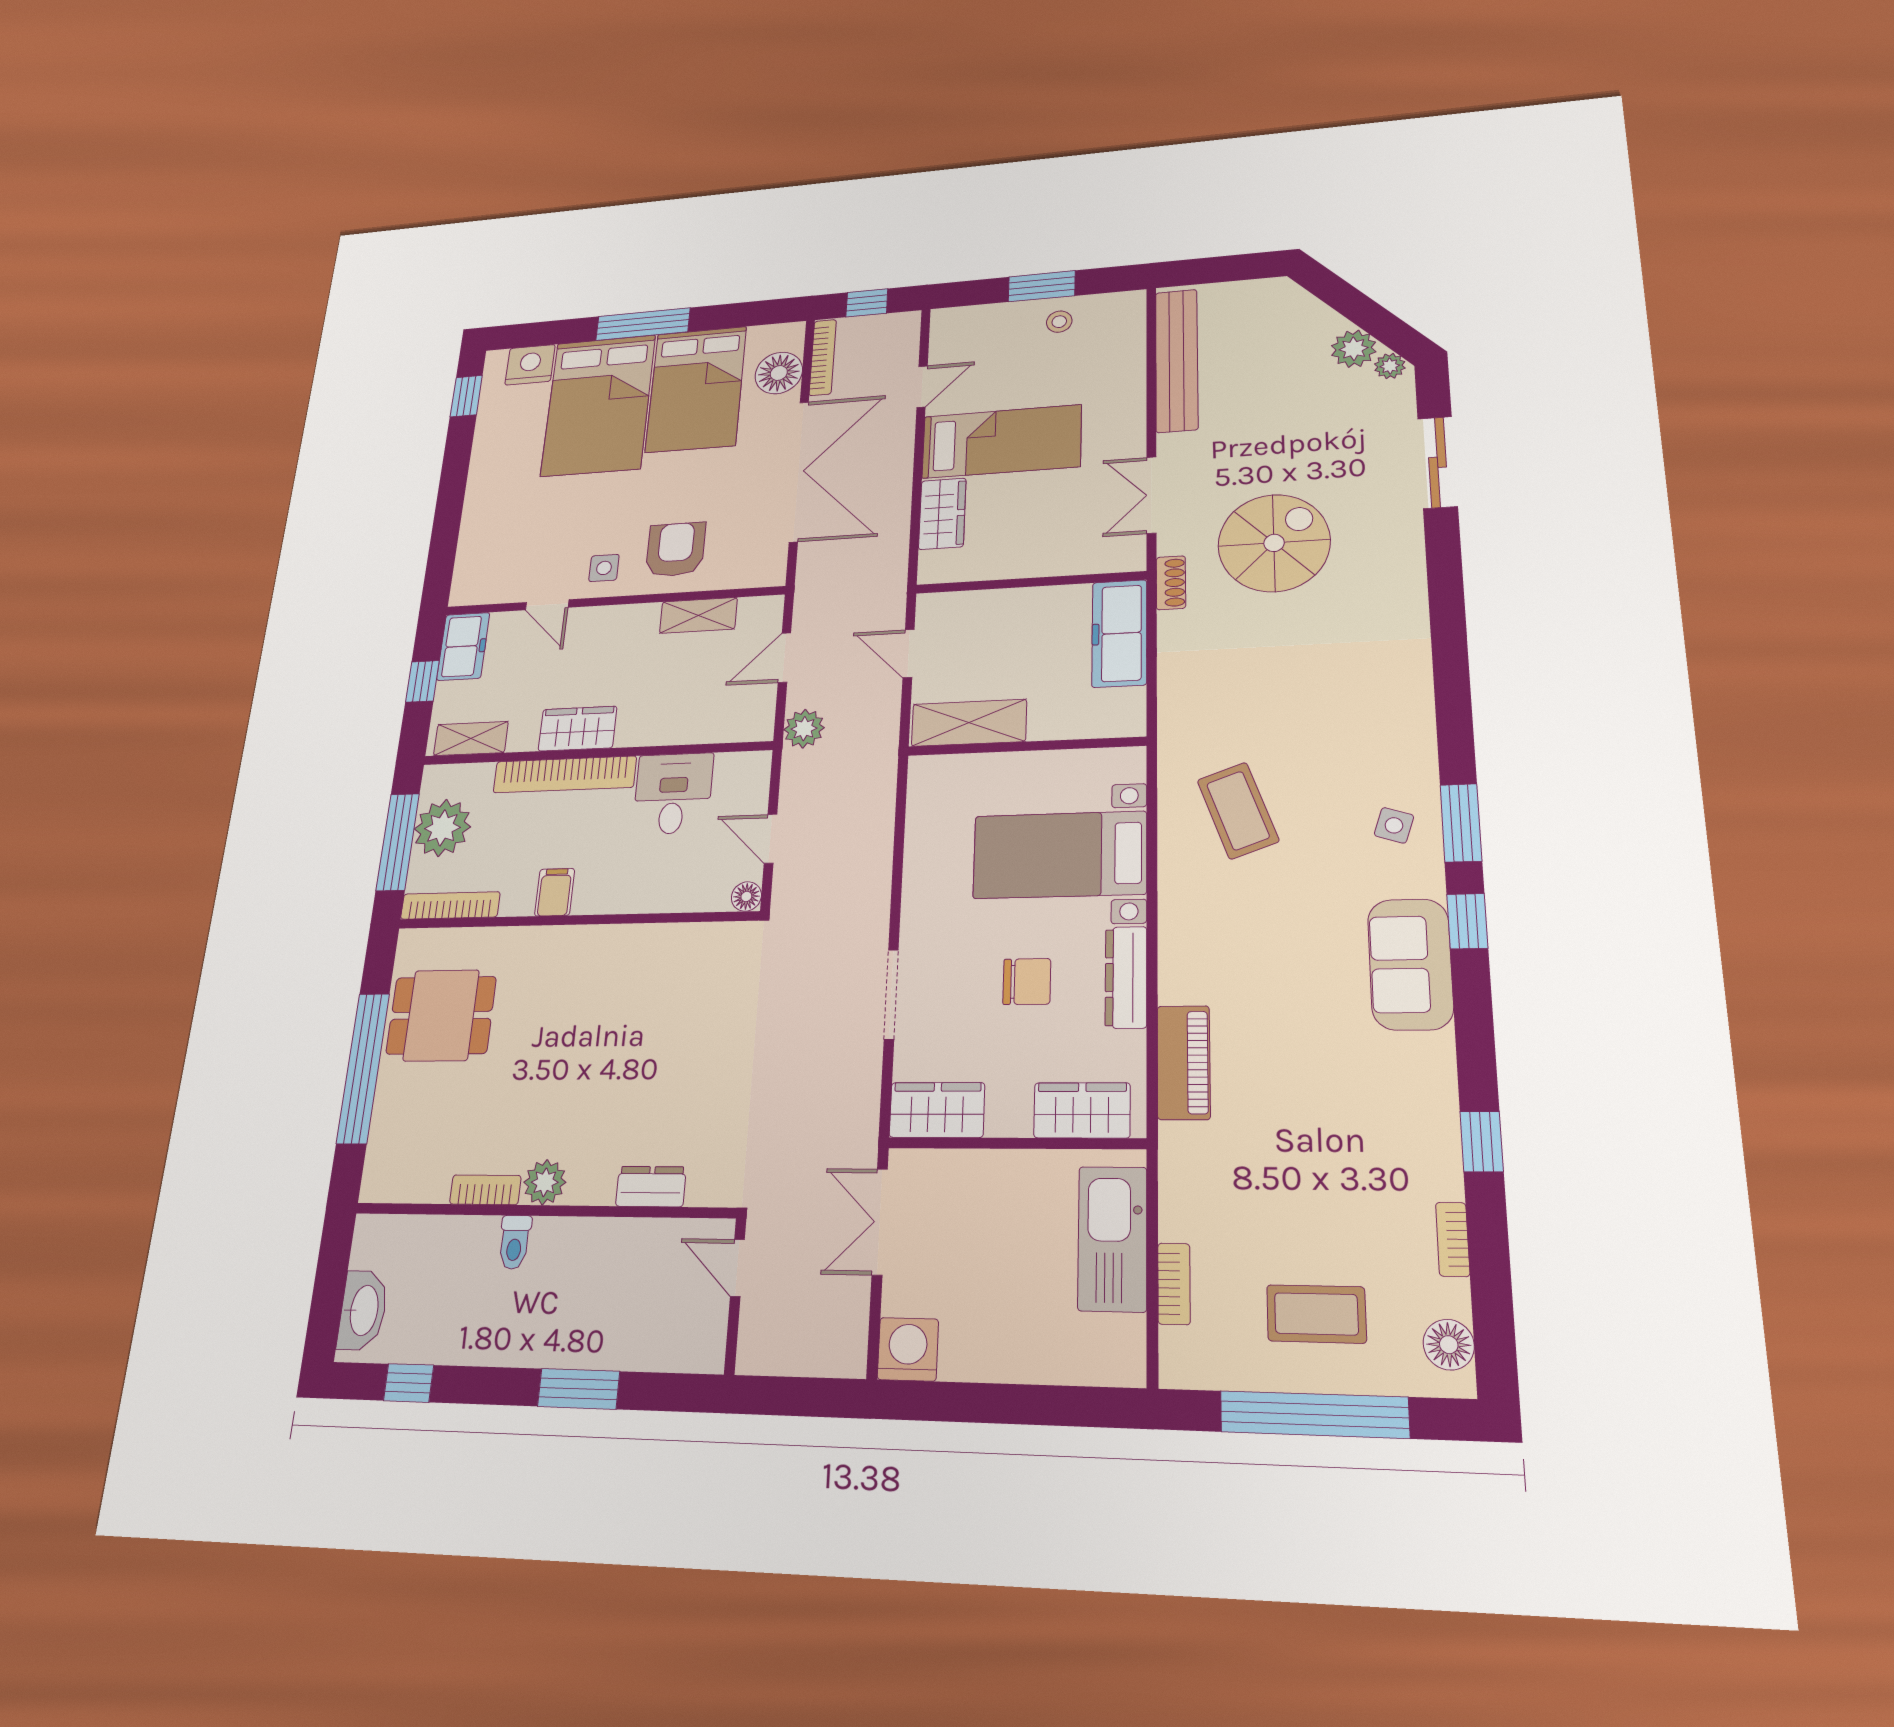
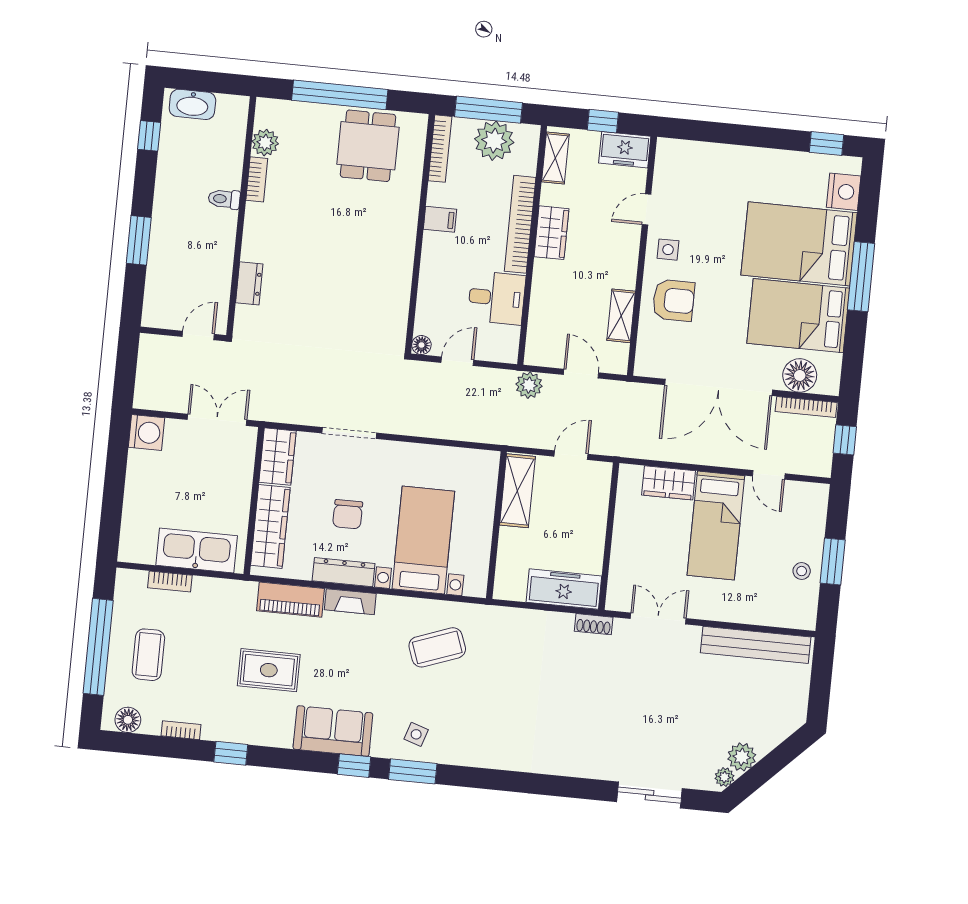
spiral stairs: (1274, 543) -> (611, 690), removed
fireplace: (1176, 960) -> (350, 602), added
rug: (1315, 1088) -> (269, 670), added
wardrobe: (1082, 1110) -> (270, 526), width x1.50
plant: (545, 1182) -> (265, 143), moved

